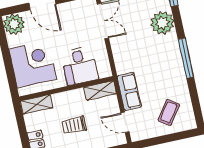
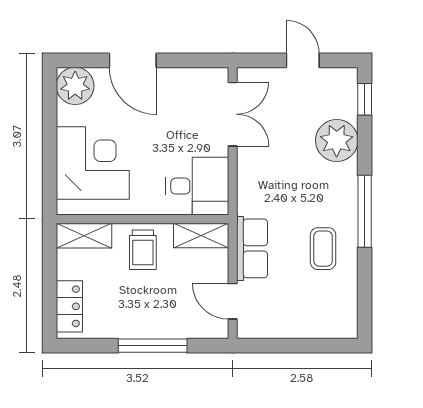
desk: (80, 66) -> (197, 186), moved, turned -90
coffee table: (169, 112) -> (323, 249), moved, turned -35
trolley: (74, 125) -> (143, 250), moved, turned -90

